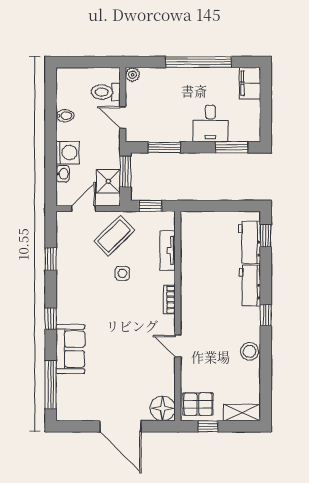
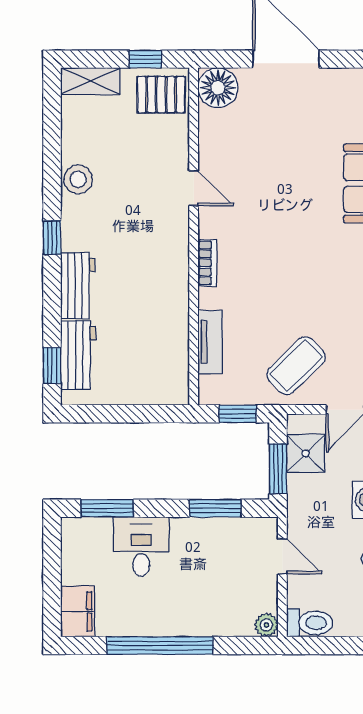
toilet: (106, 92) -> (310, 623), moved
side table: (122, 273) -> (283, 305), removed

